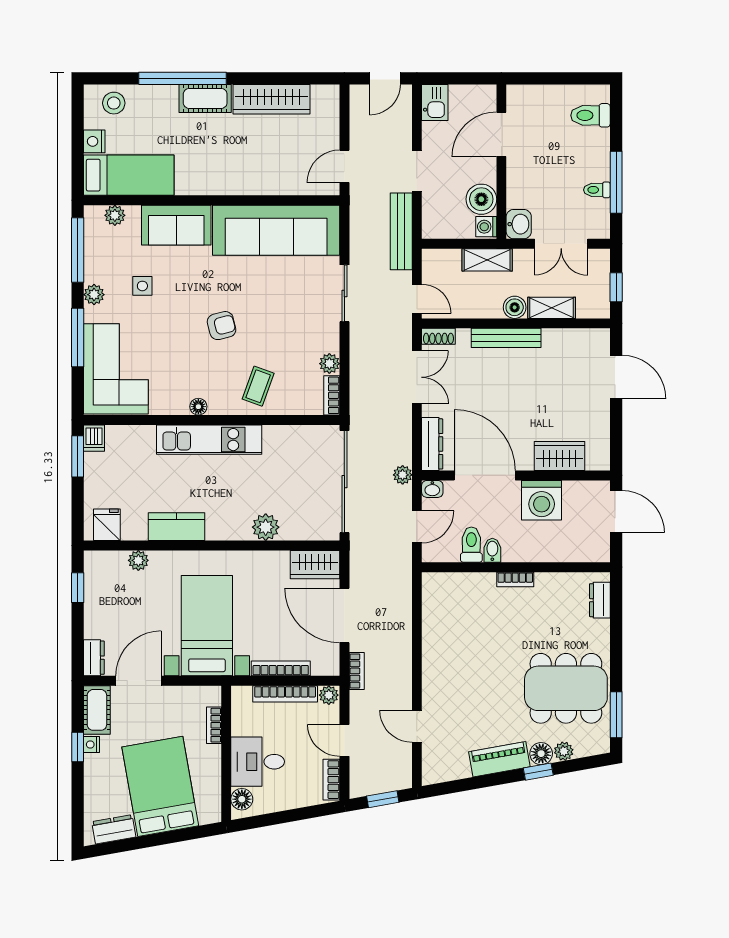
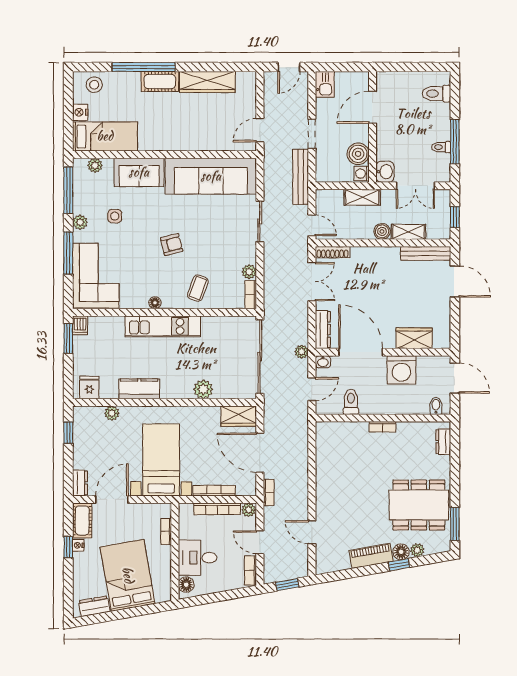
shoe rack: (438, 336) -> (332, 252), width x1.43
bench: (506, 338) -> (426, 253), moved
bidet: (492, 550) -> (436, 406), moved

